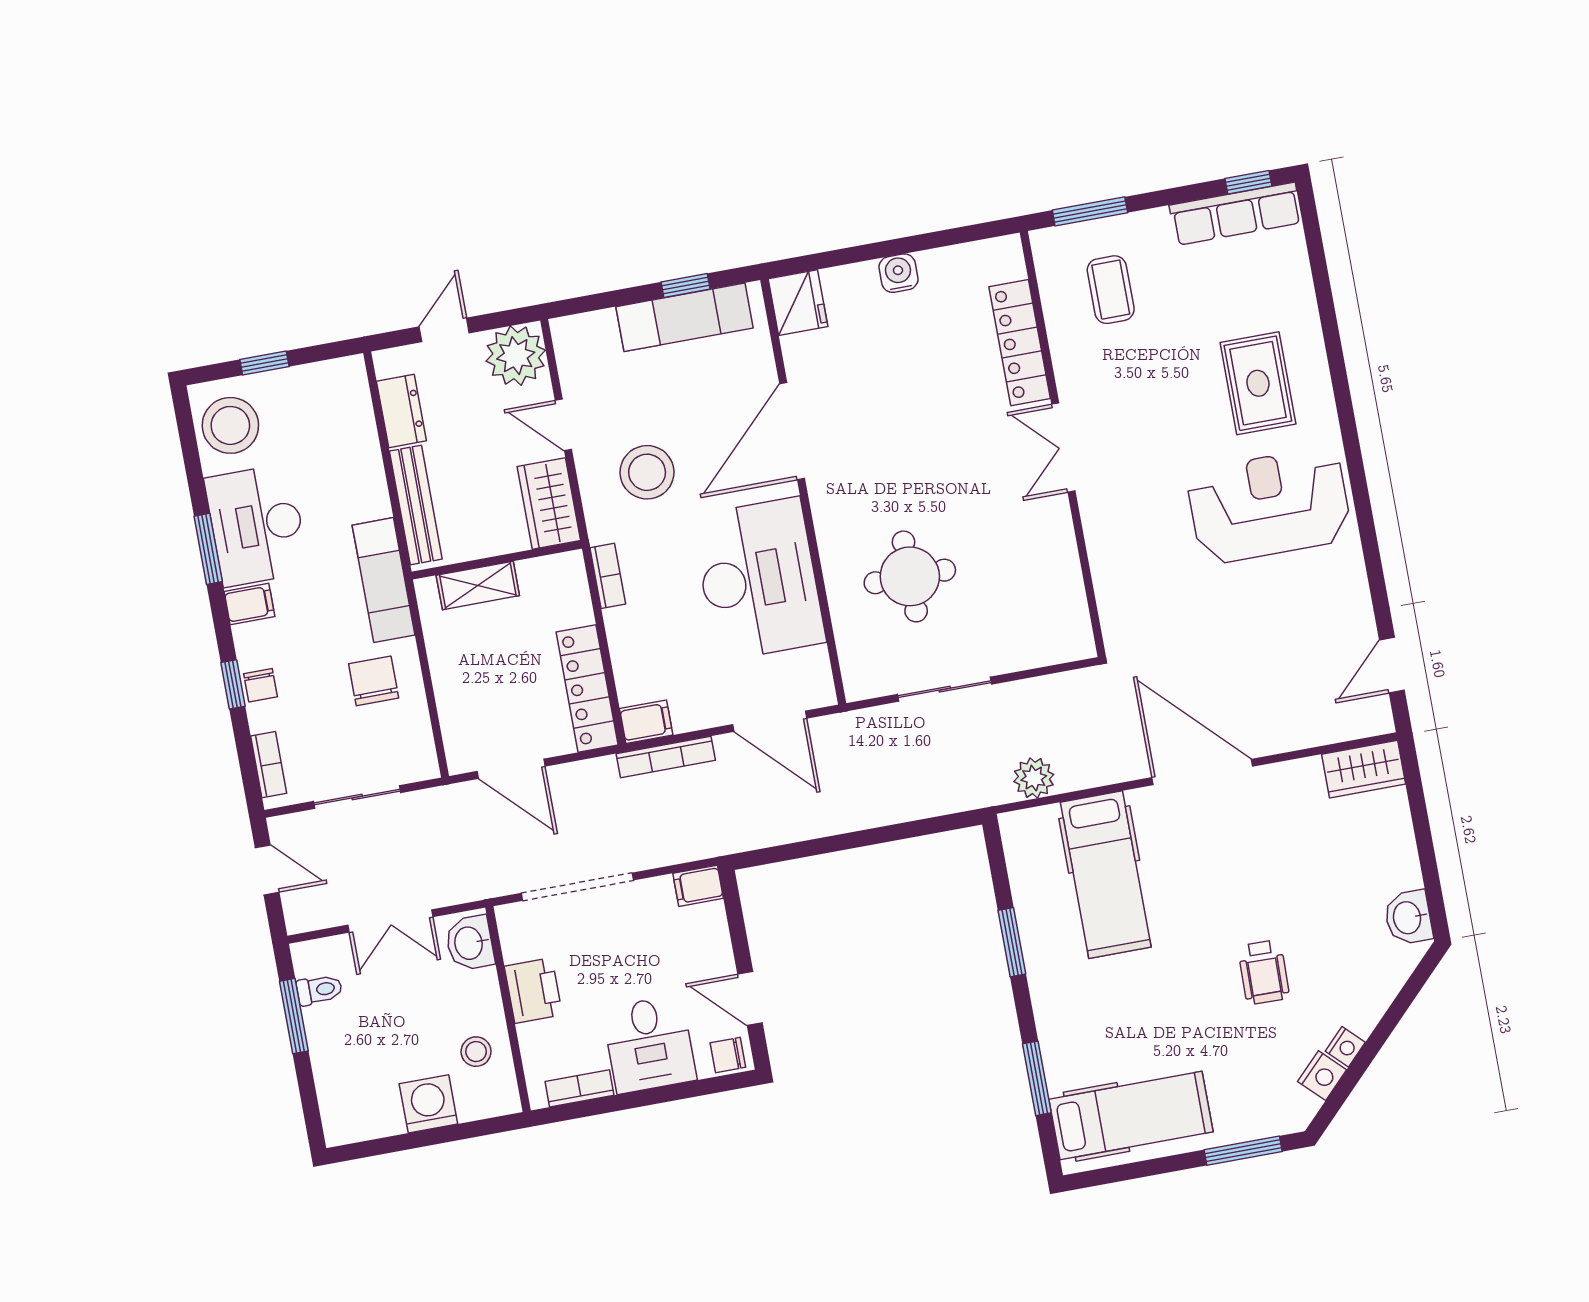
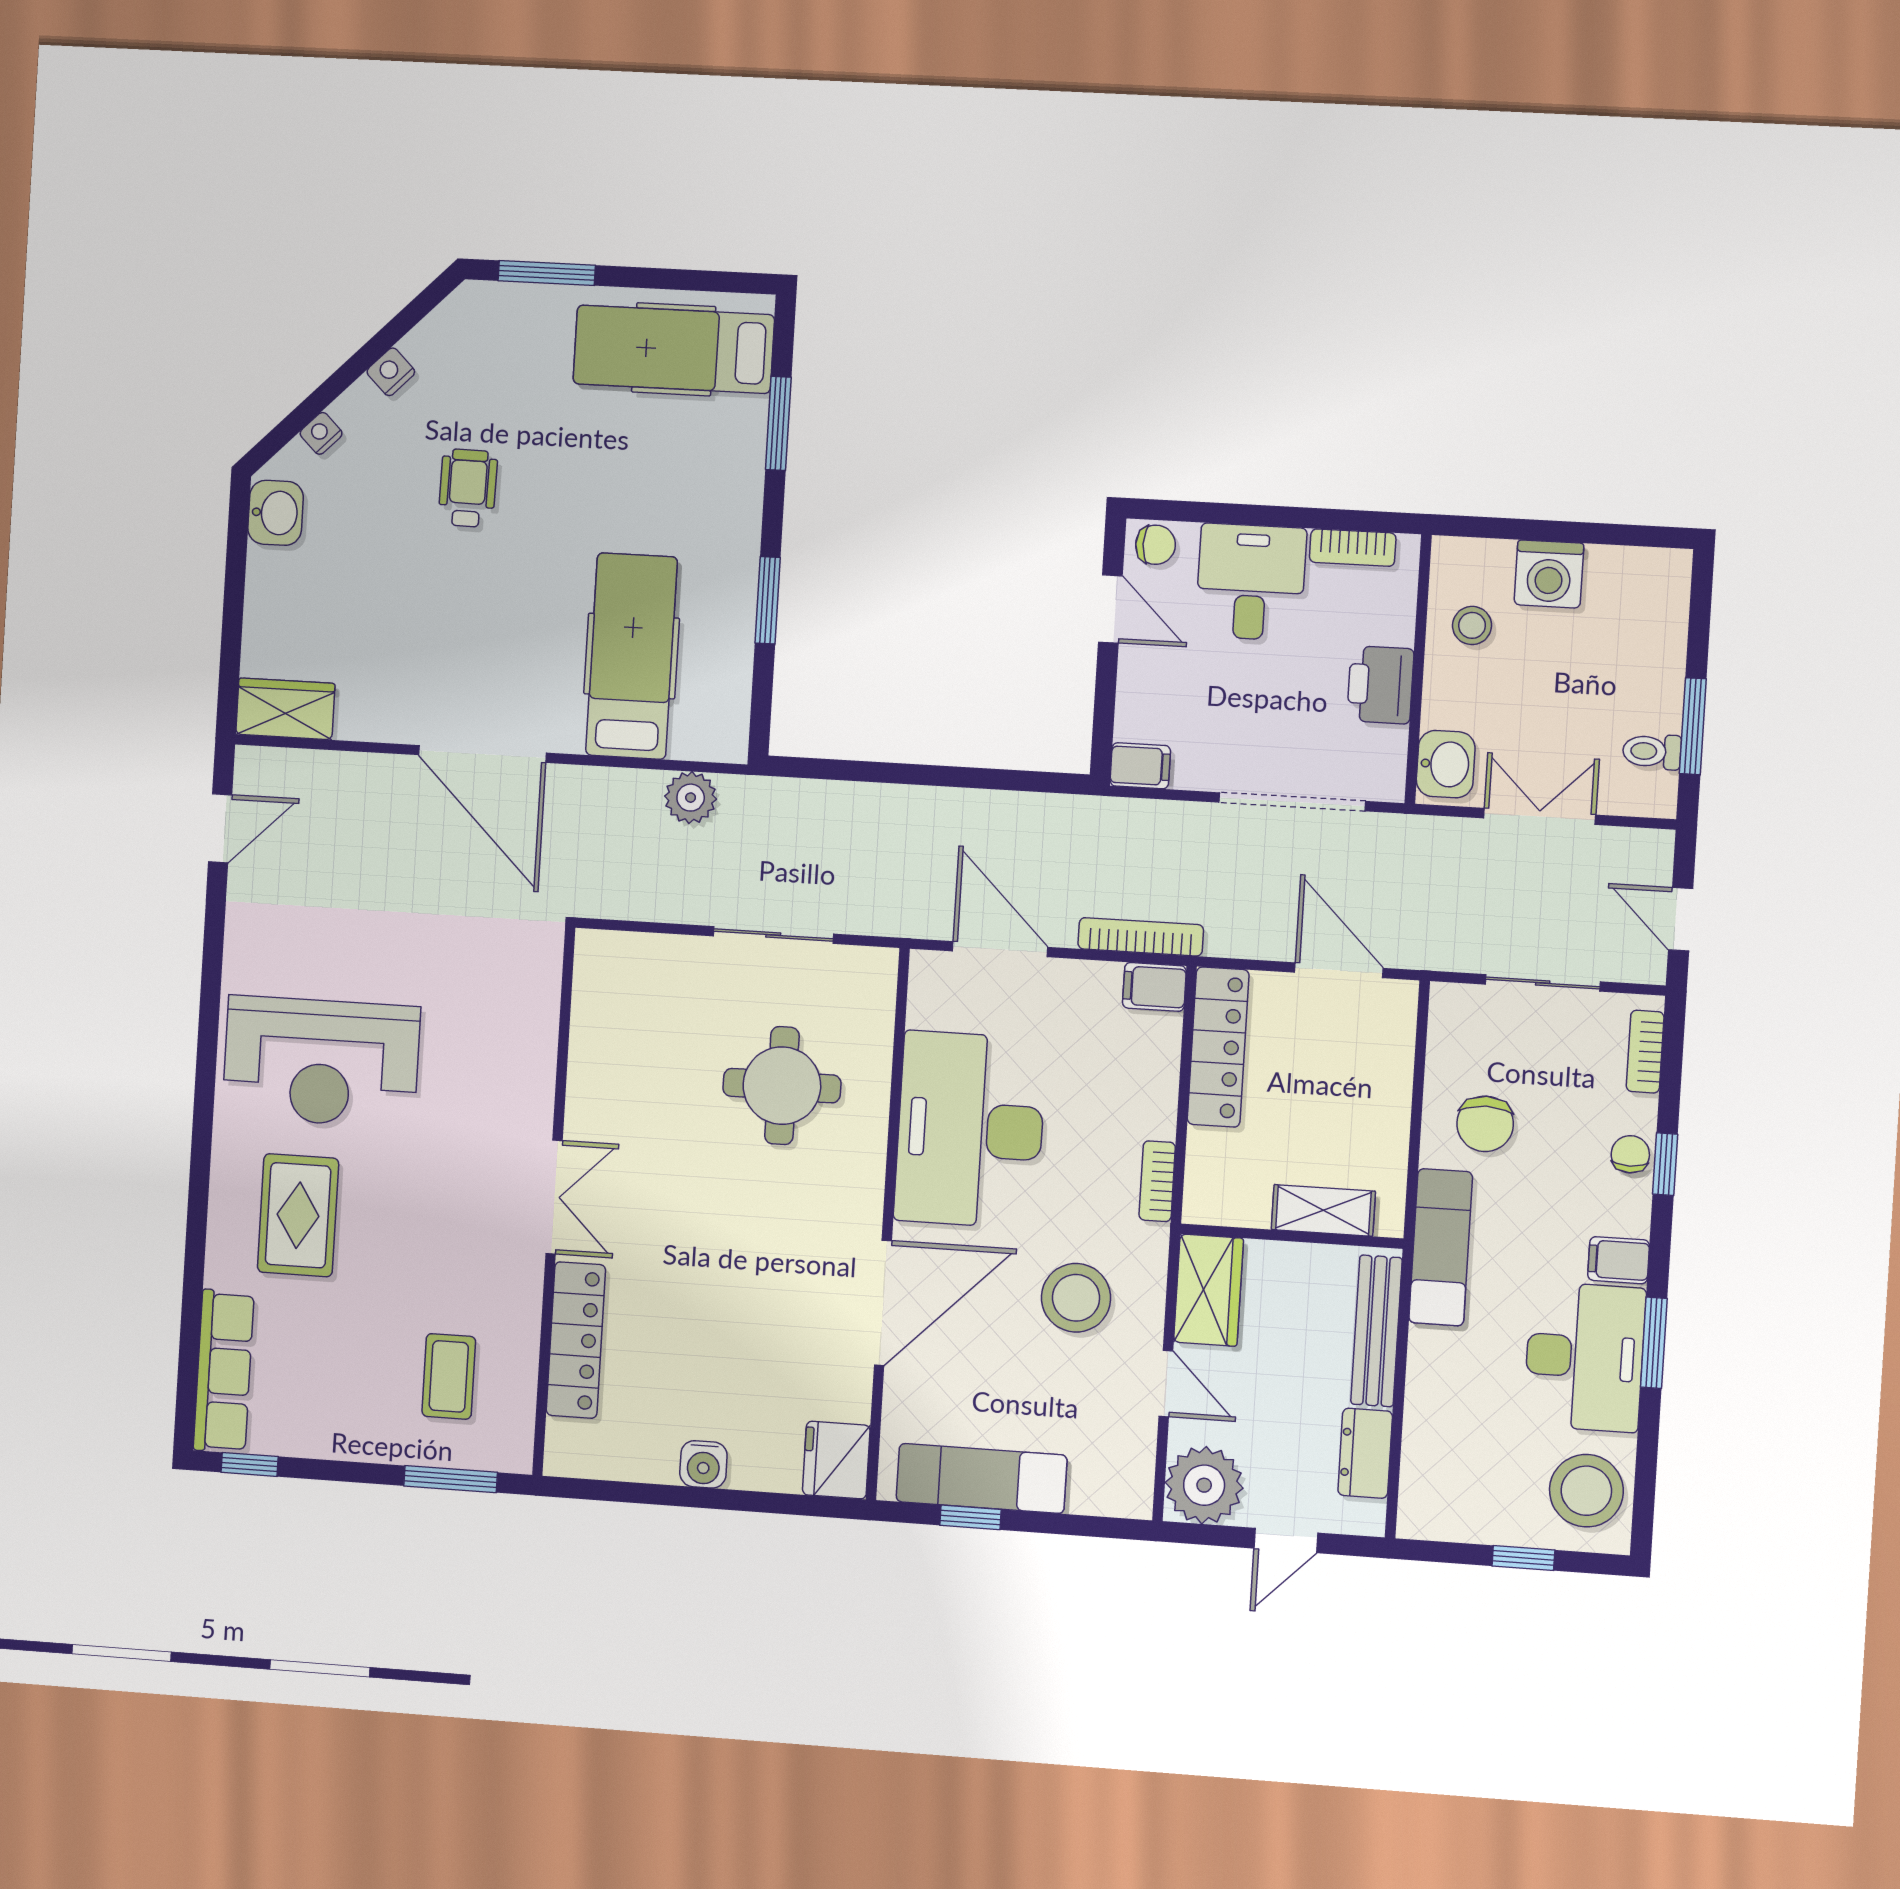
row of seats: (1236, 214) -> (224, 1371), moved, turned 90
nightstand: (1322, 1076) -> (321, 433), moved, width x0.72, depth x0.74

